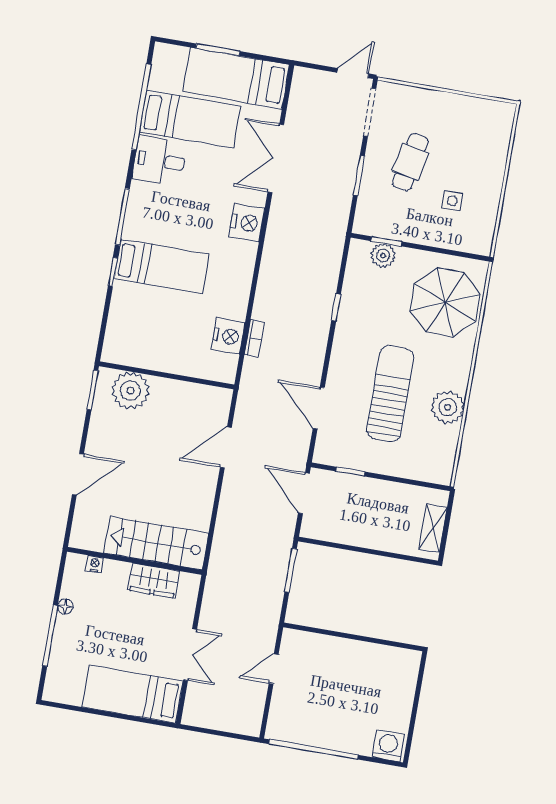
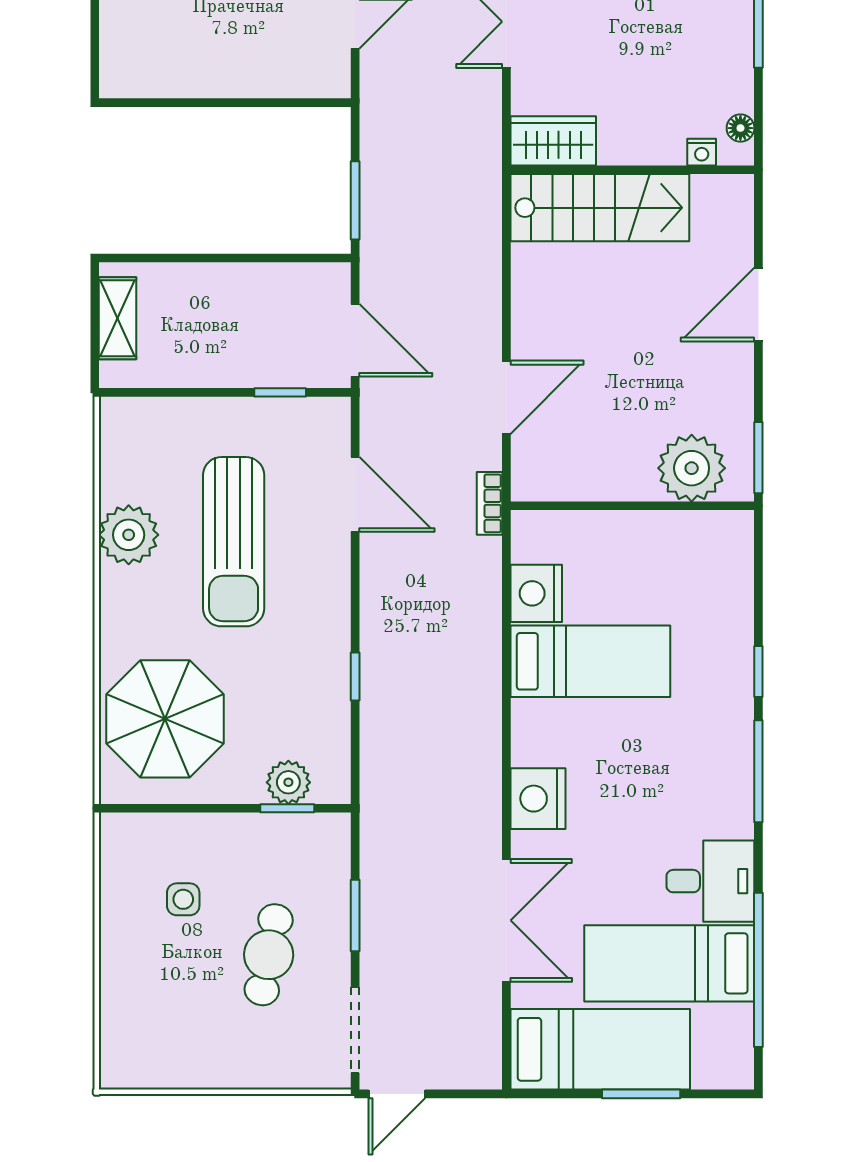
bed: (162, 266) -> (590, 661), moved, turned 180
bookcase: (254, 339) -> (490, 503), moved
wardrobe: (154, 581) -> (553, 141), moved
floor lamp: (65, 607) -> (740, 128), moved

